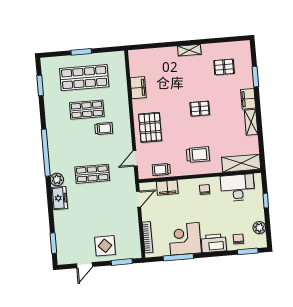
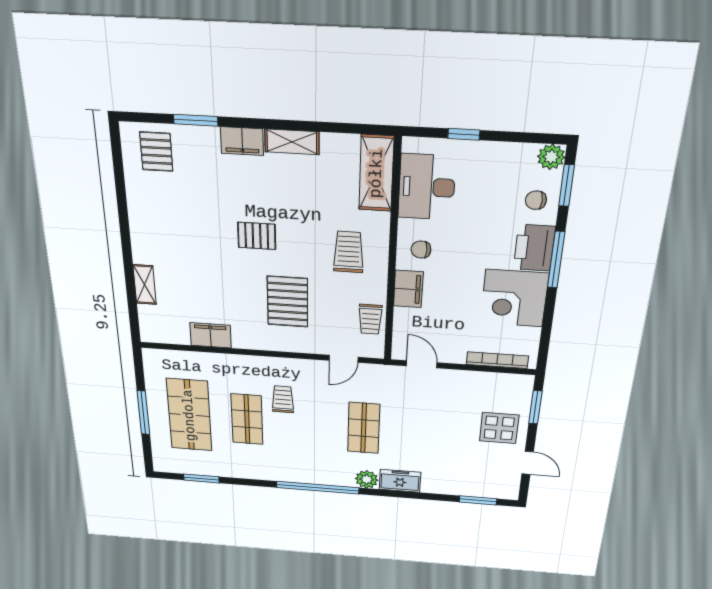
shelving: (189, 50) -> (145, 285), moved
window: (81, 52) -> (143, 413), width x1.44
pallet: (224, 67) -> (156, 152), moved
pallet: (200, 109) -> (257, 236), turned 90
pallet: (150, 127) -> (288, 302), moved, turned 90
door: (135, 158) -> (344, 359), hinge flipped
filing cabinet: (167, 188) -> (408, 289), moved
plant: (259, 228) -> (551, 157), moved
window: (178, 257) -> (556, 260), moved

